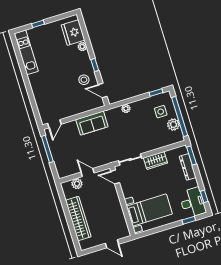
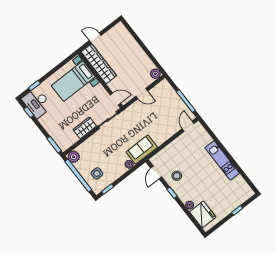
kitchen unit: (26, 52) -> (222, 160), moved
door: (103, 91) -> (156, 173), swing flipped
sofa: (92, 123) -> (142, 150), moved
plant: (173, 125) -> (74, 157), moved
dresser: (188, 167) -> (54, 133), removed
plant: (77, 184) -> (155, 74), moved
wardrobe: (78, 219) -> (99, 64), moved, turned 180

